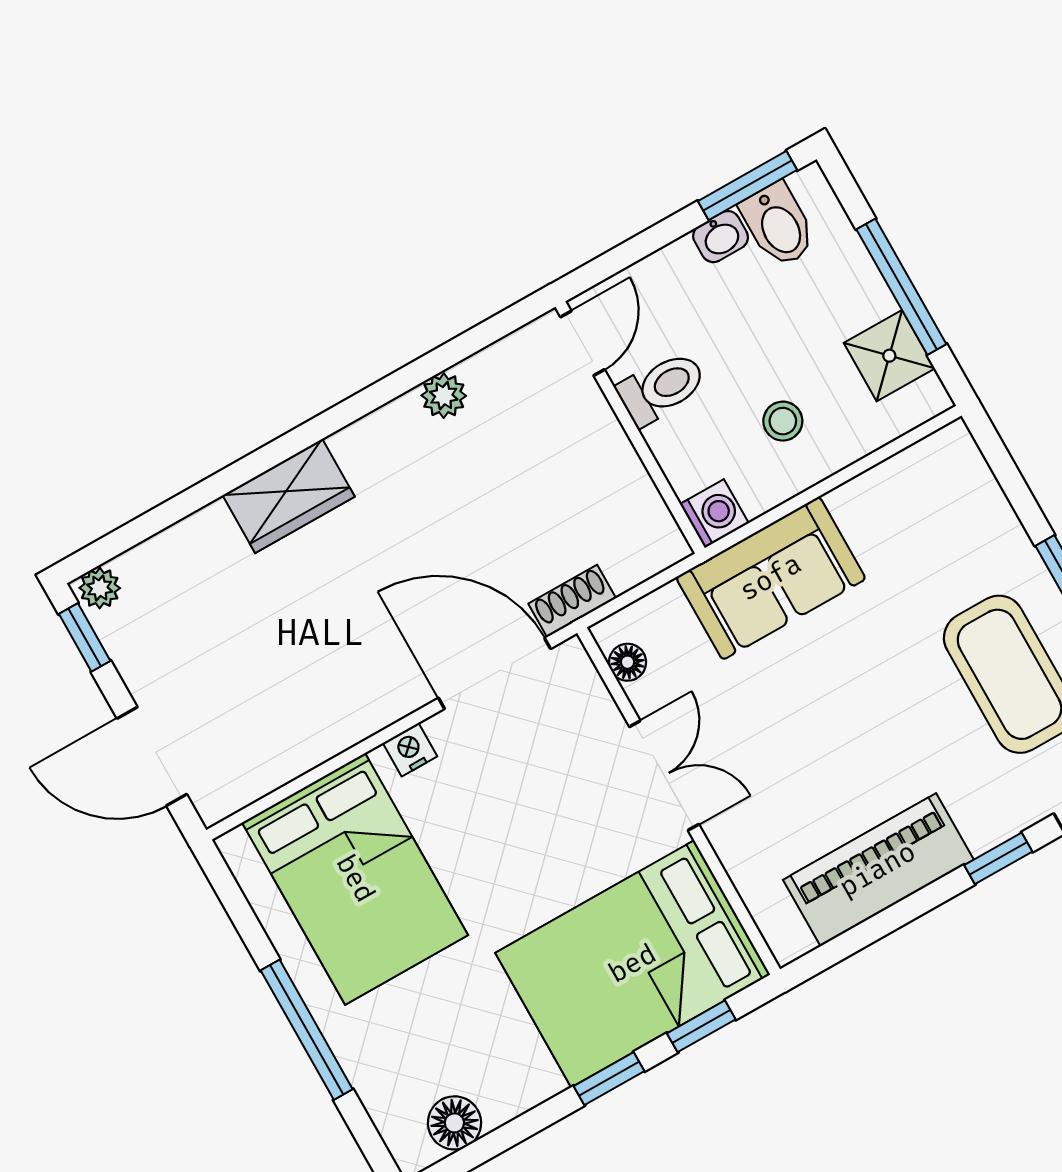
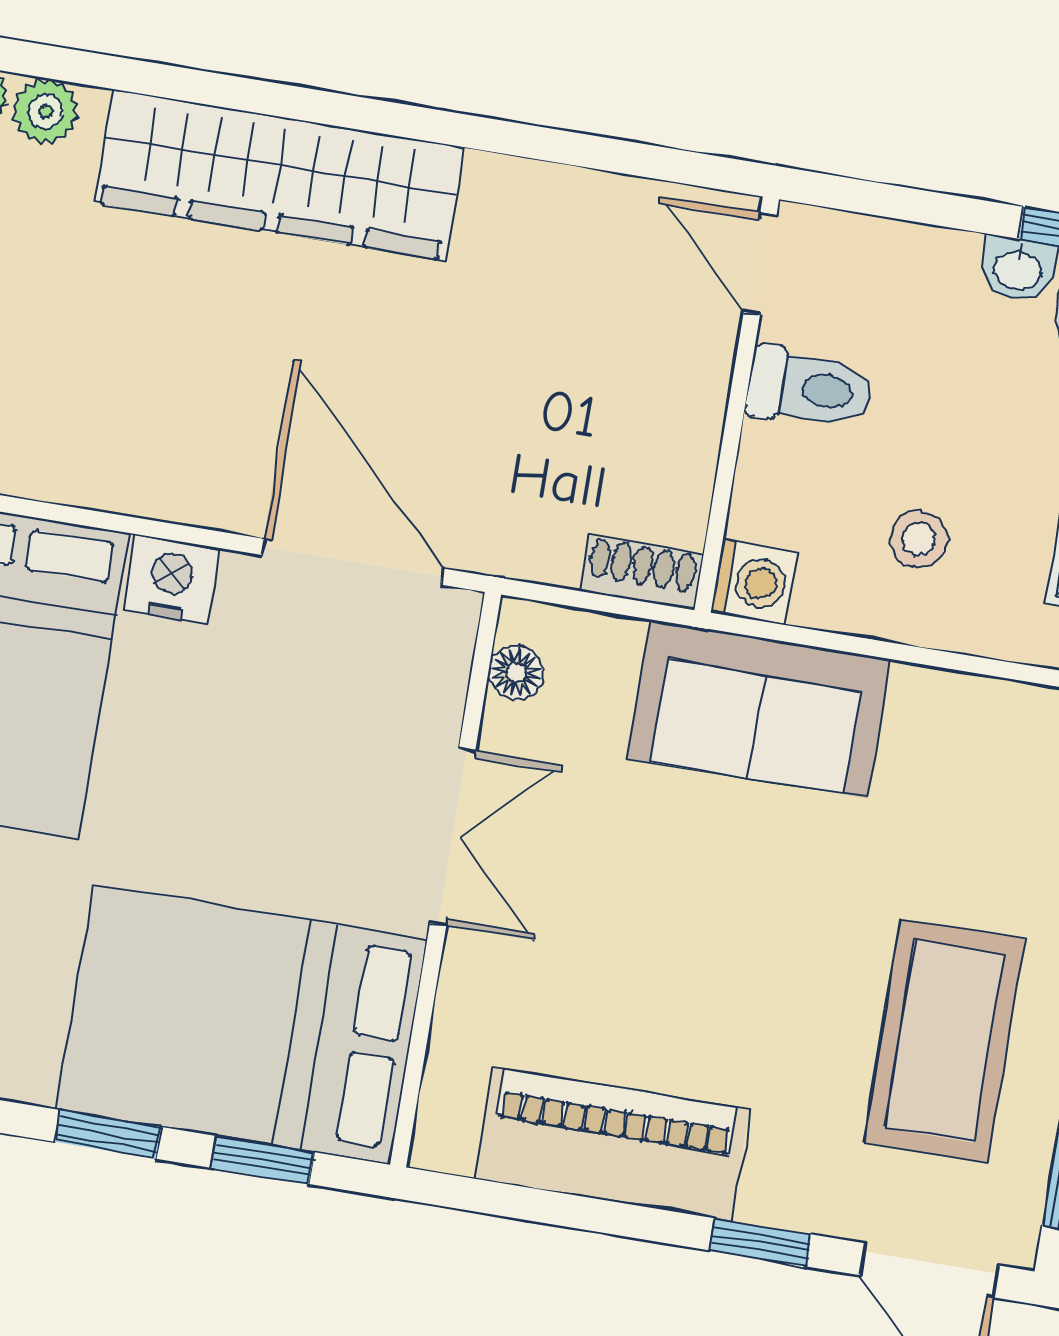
door: (582, 343) -> (760, 264), swing flipped
plant: (444, 396) -> (46, 111), moved
wardrobe: (289, 496) -> (279, 175), width x2.10, depth x1.17
shoe rack: (572, 601) -> (641, 573), moved
nightstand: (410, 750) -> (171, 579), width x1.39, depth x1.35

